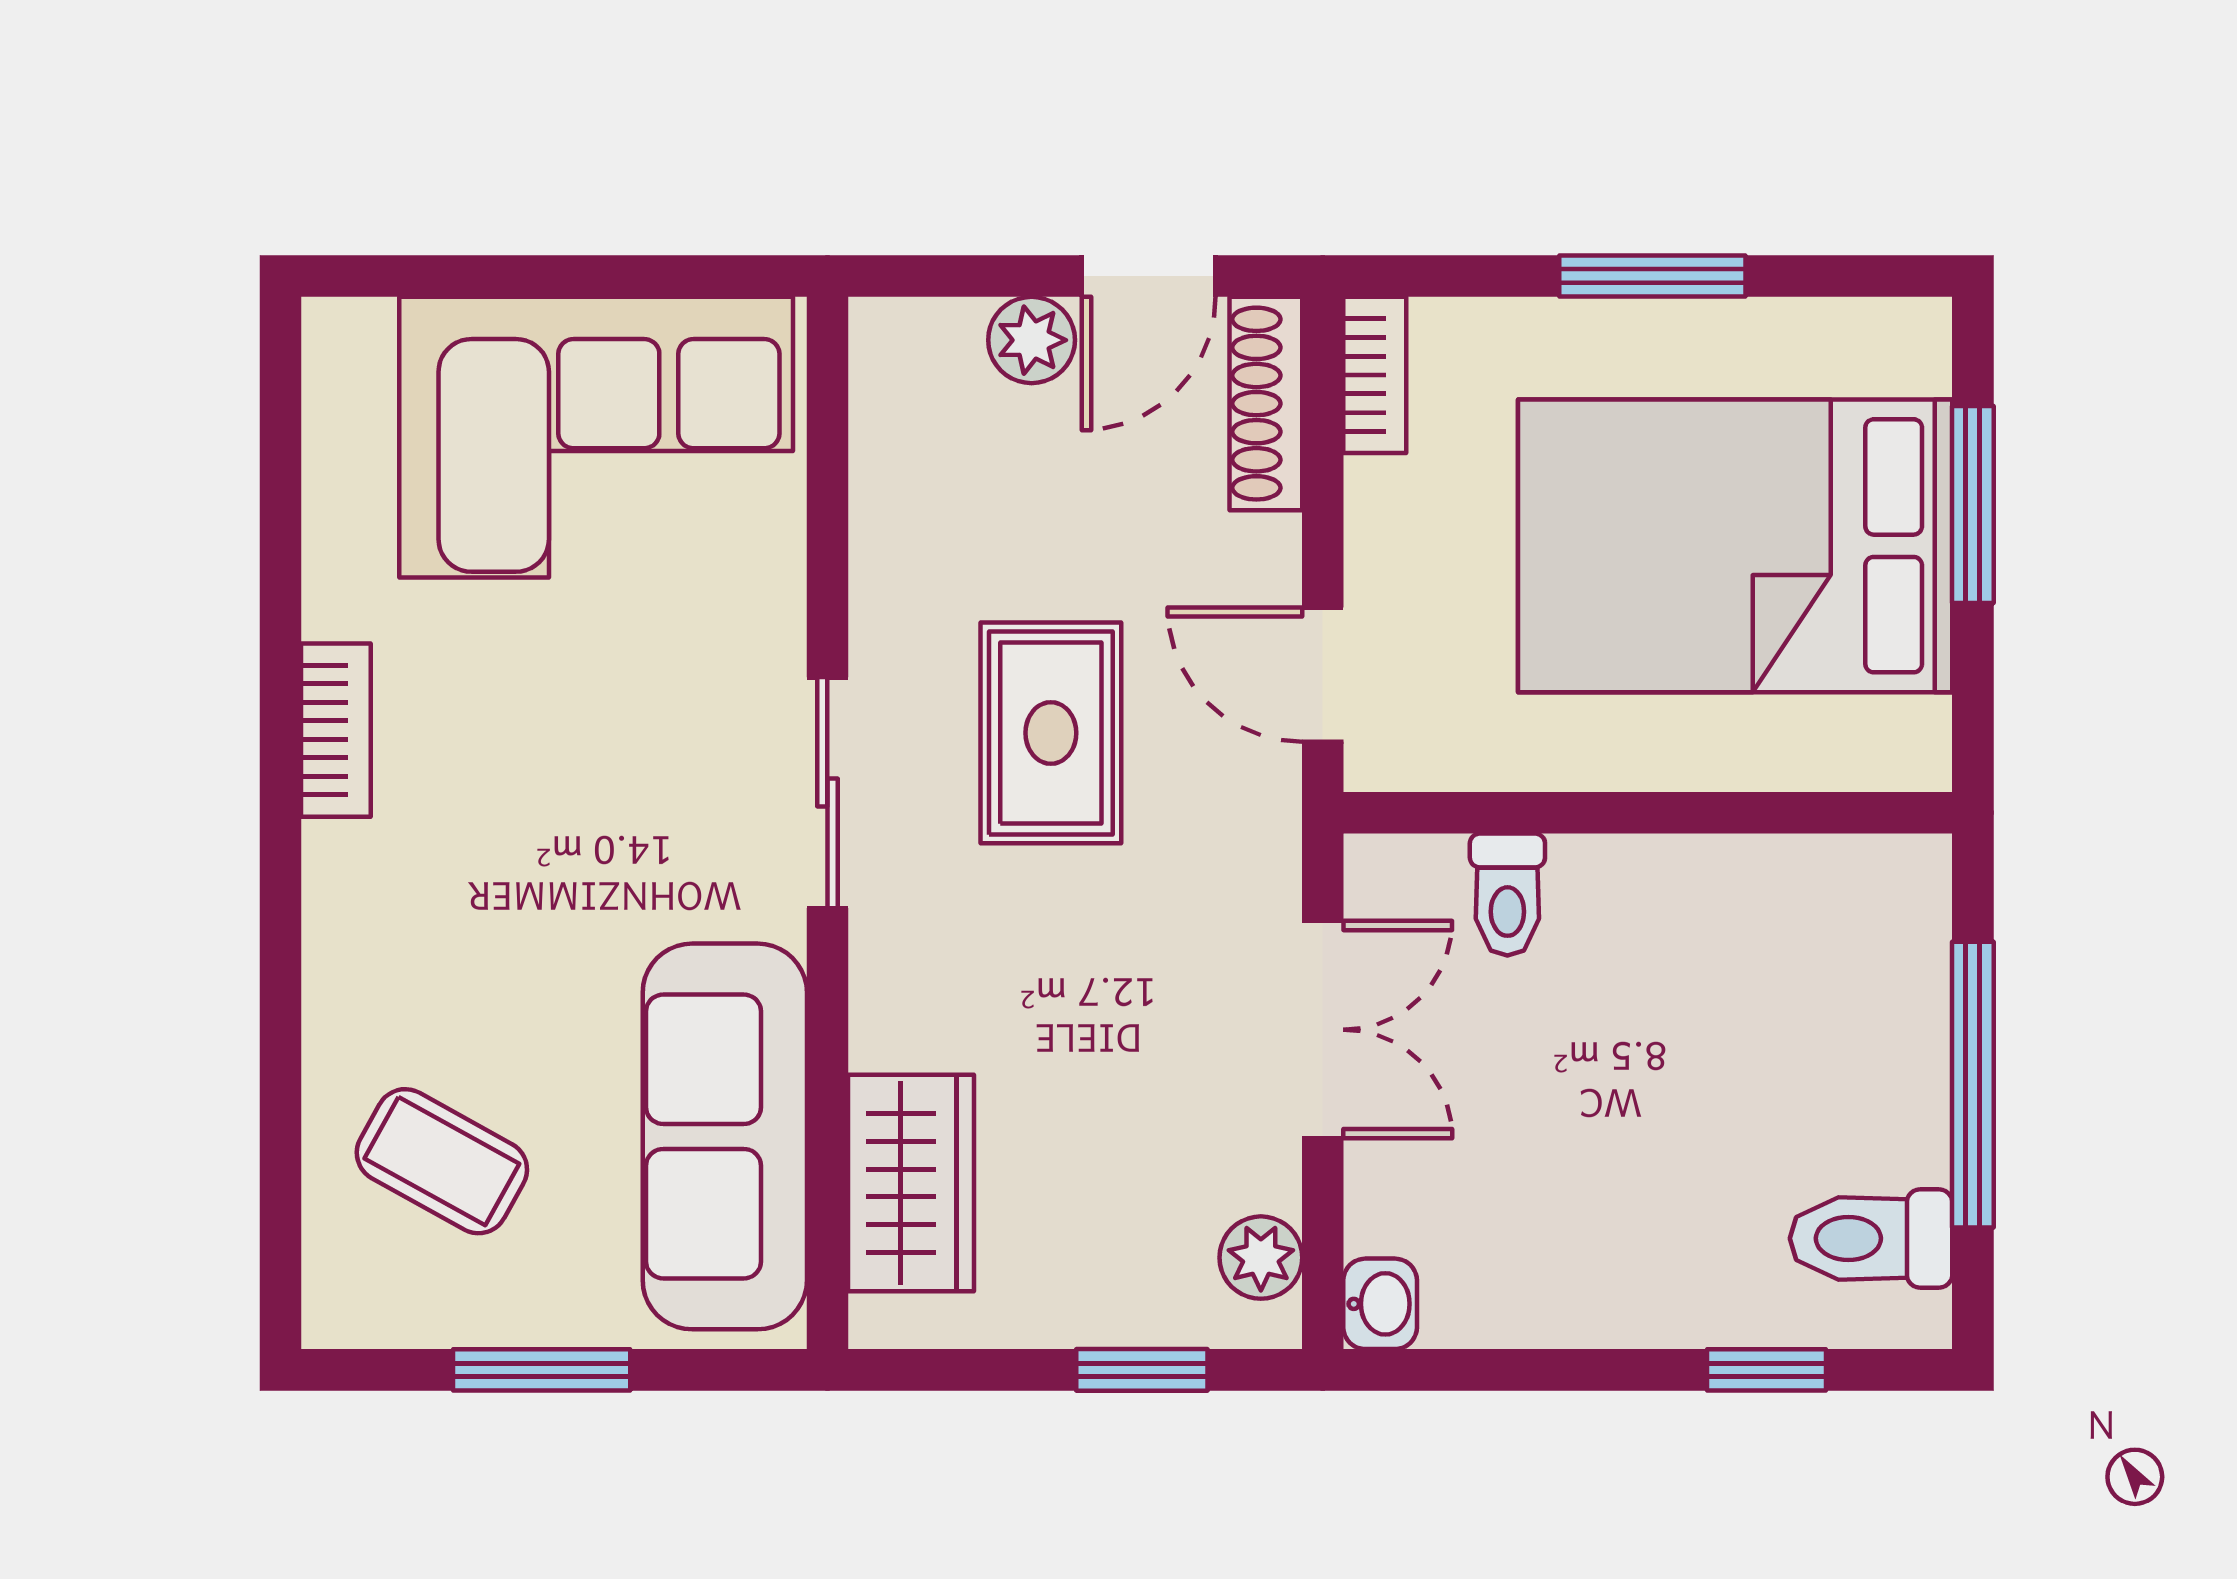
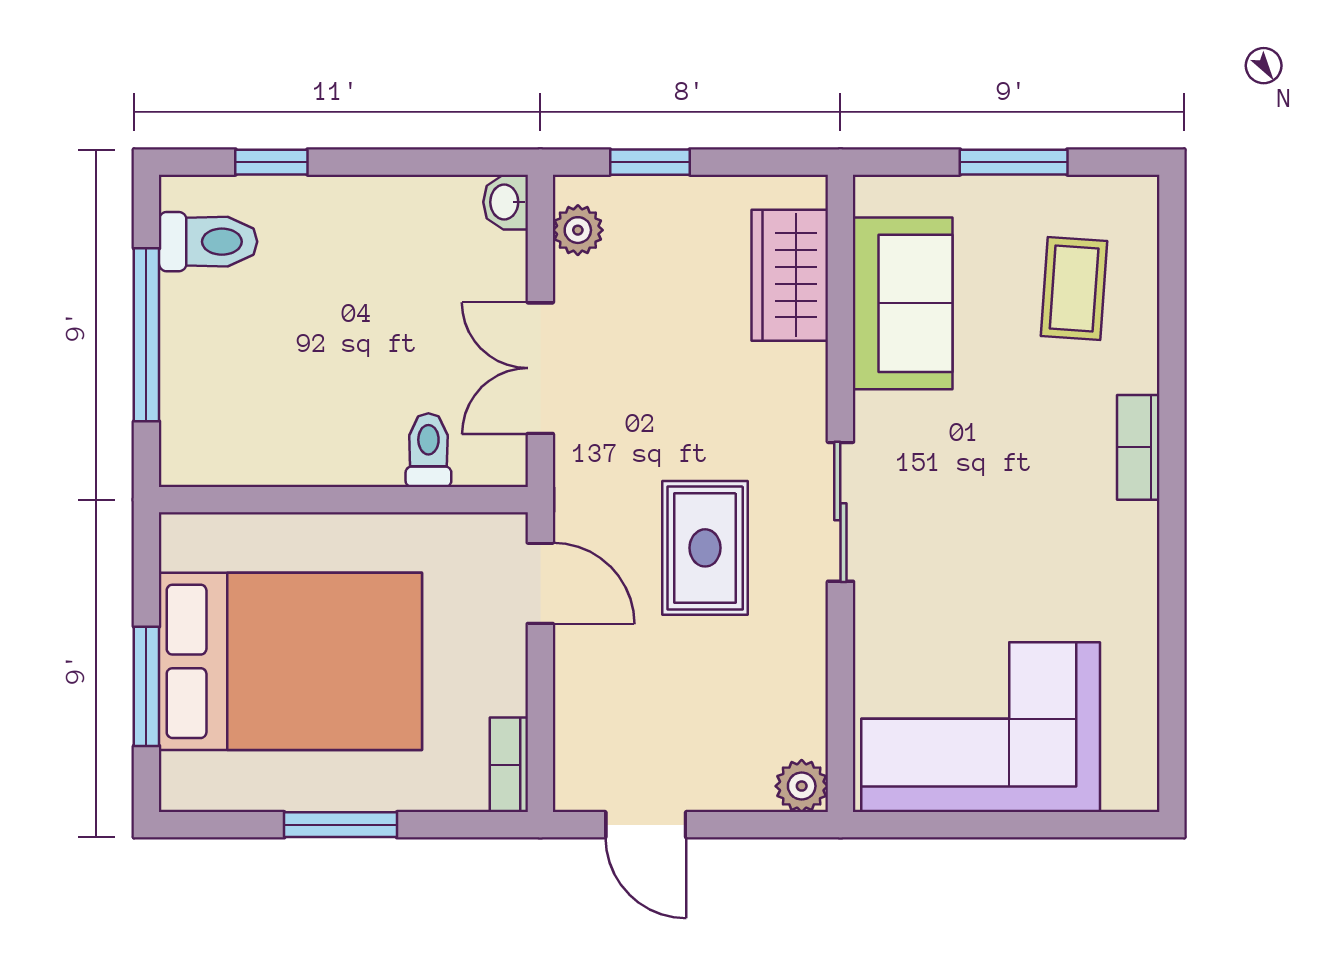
door: (1149, 276) -> (646, 825), swing flipped
plant: (1032, 340) -> (802, 786), moved
shoe rack: (1266, 404) -> (575, 747), removed
bookcase: (336, 730) -> (1138, 447), moved
sofa: (725, 1136) -> (903, 303), width x0.73
coffee table: (442, 1161) -> (1074, 288), turned 65

